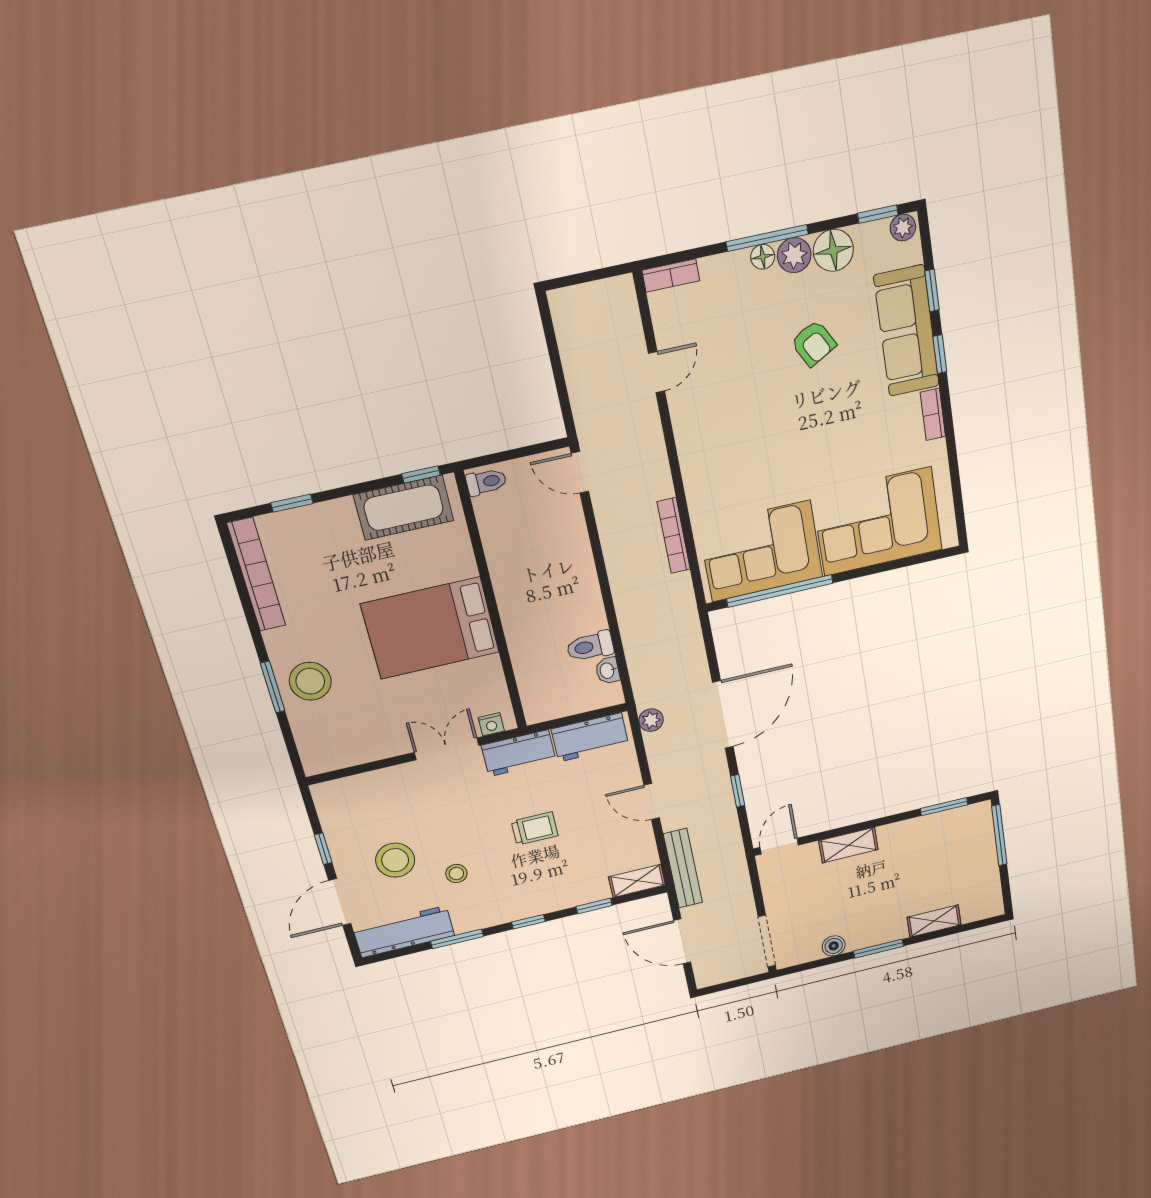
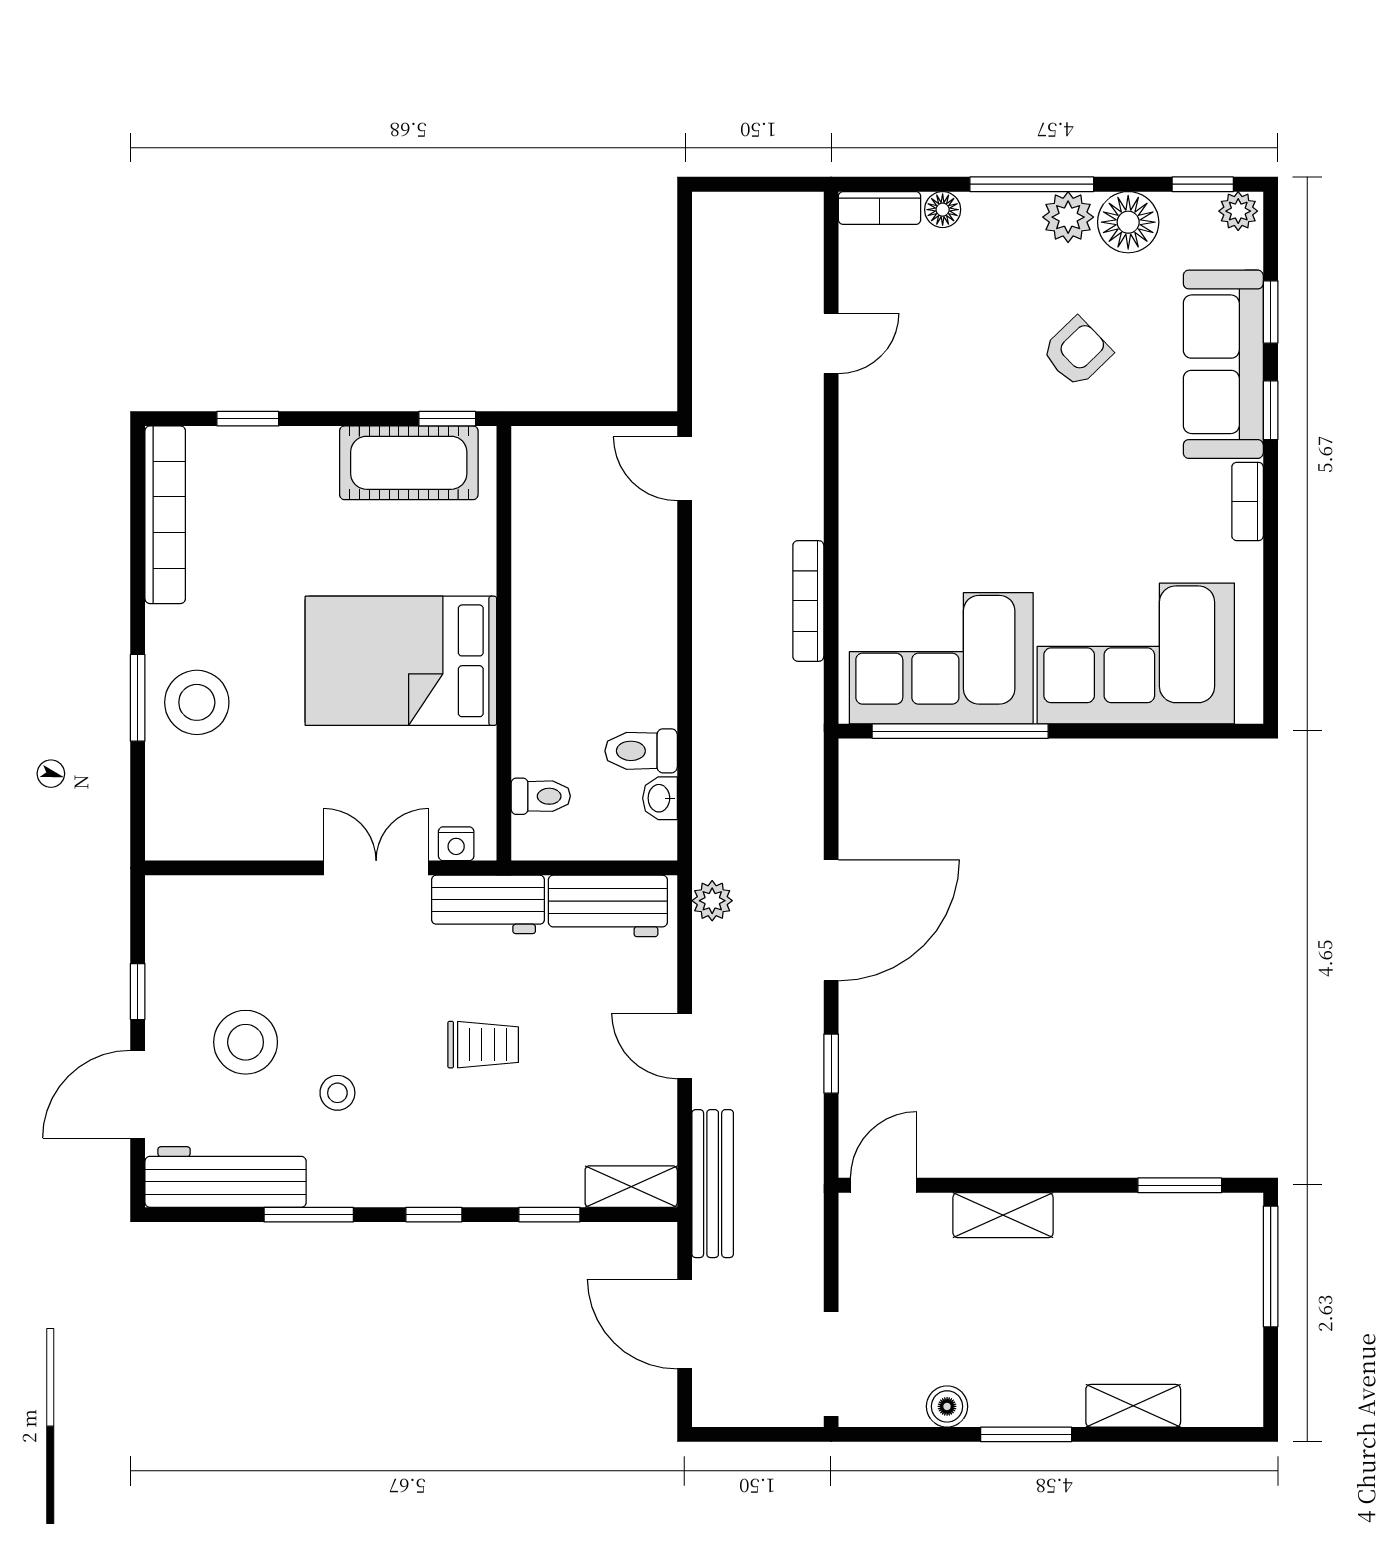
floor lamp: (763, 257) -> (943, 210), moved
armchair: (814, 343) -> (1077, 352), turned -105
toilet: (486, 482) -> (541, 796), moved

